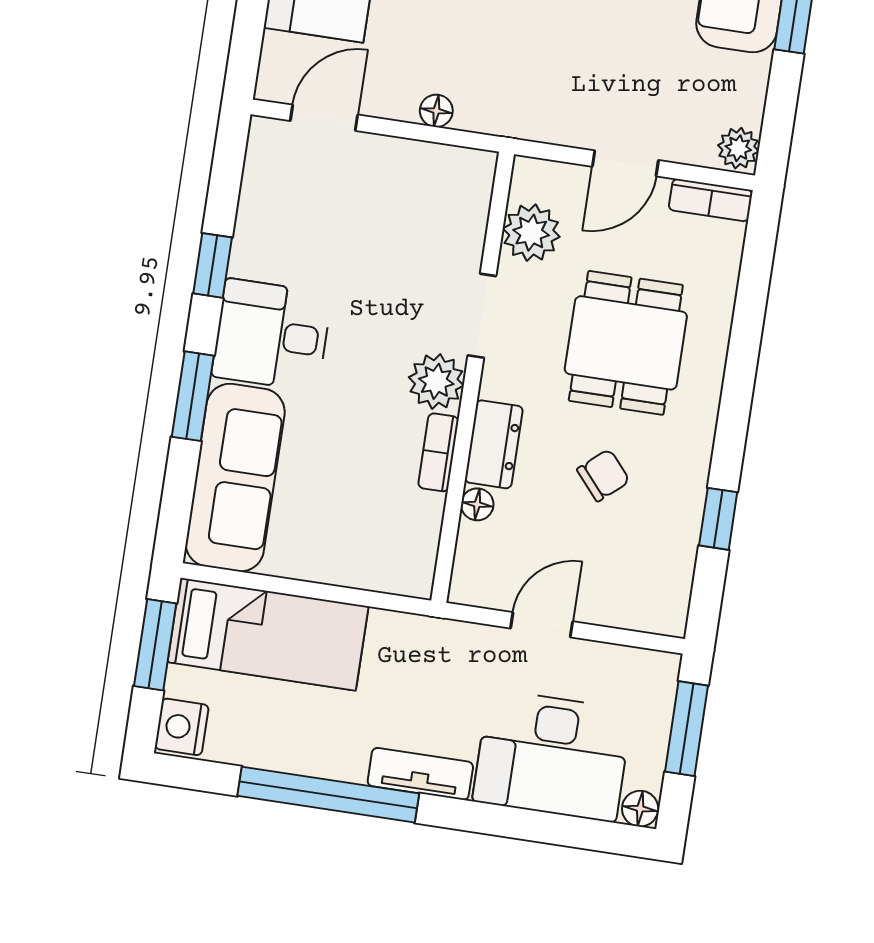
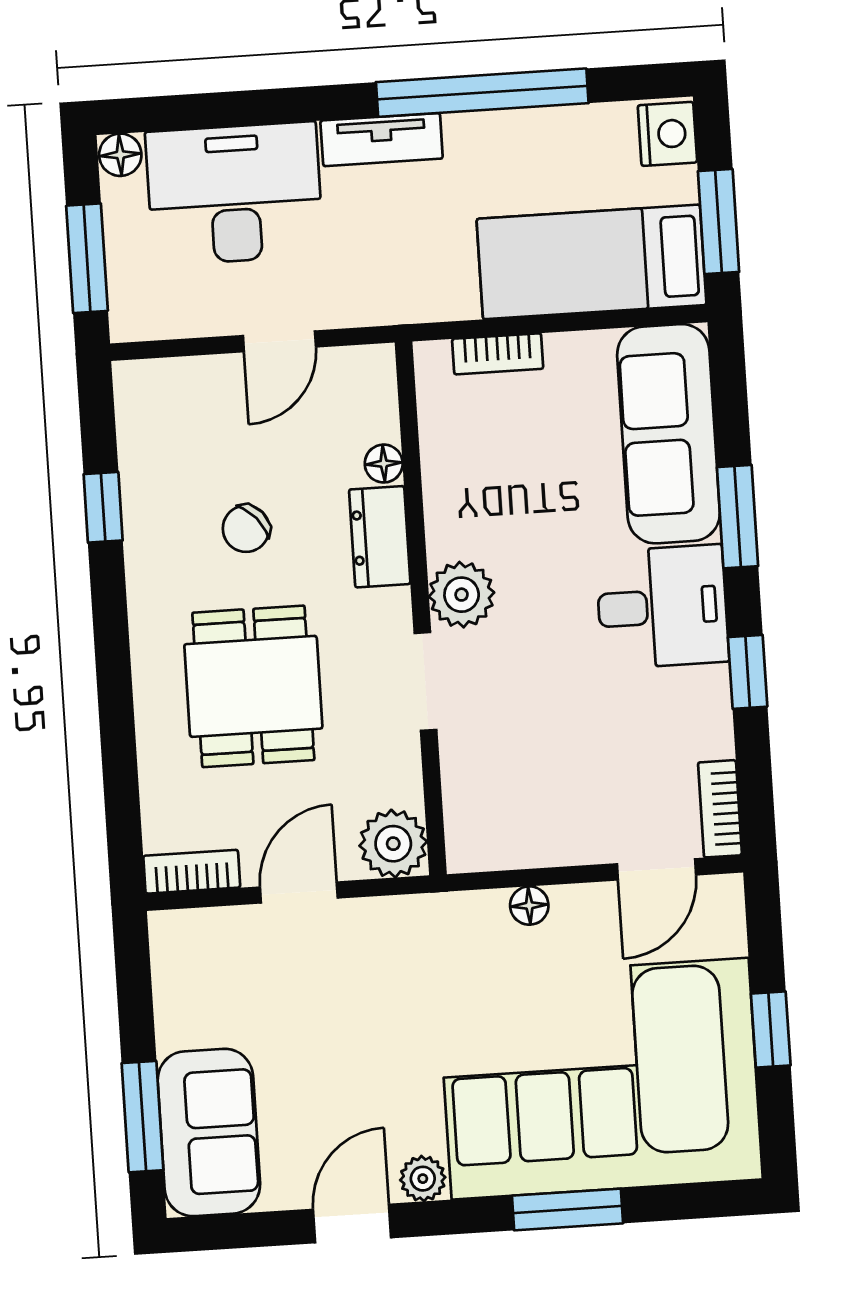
plant: (738, 148) -> (173, 938), removed
bookcase: (260, 157) -> (720, 809), added
plant: (531, 233) -> (393, 844), moved
bookcase: (438, 452) -> (498, 354), moved, turned 90

